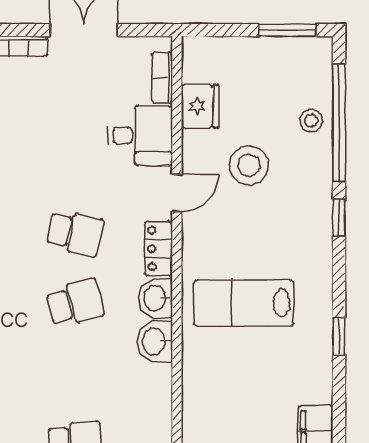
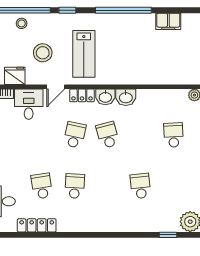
door: (177, 193) -> (56, 87), swing flipped
lab bench: (244, 303) -> (84, 54), moved
window: (339, 336) -> (123, 10), width x3.17

